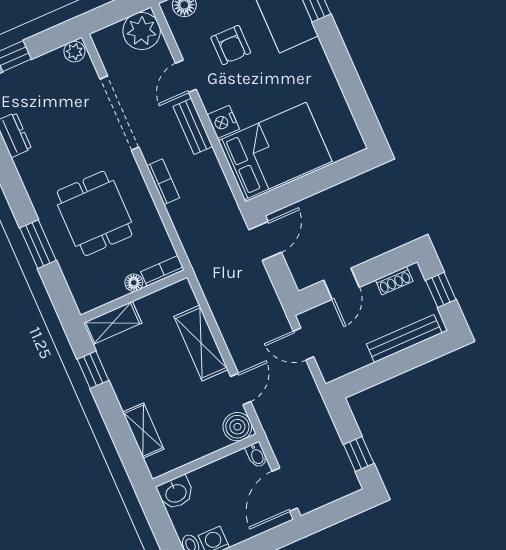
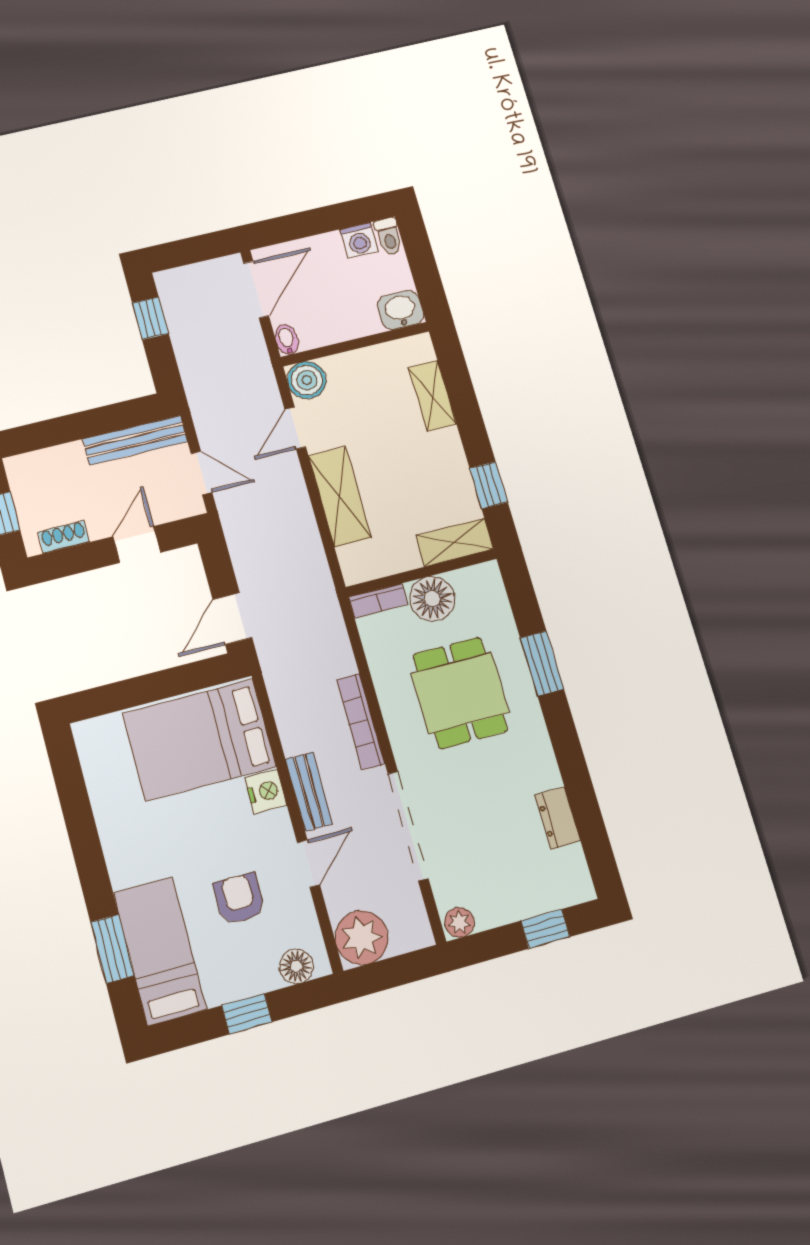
bookcase: (163, 182) -> (361, 721), width x1.56
floor lamp: (134, 283) -> (432, 599), width x1.89, depth x1.89
bench: (404, 339) -> (135, 440), moved

